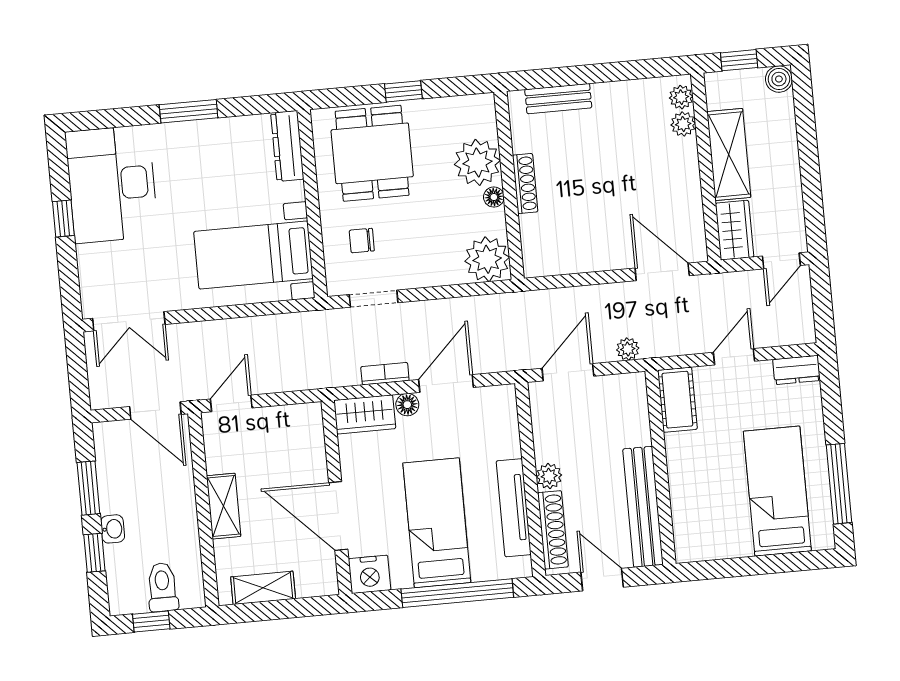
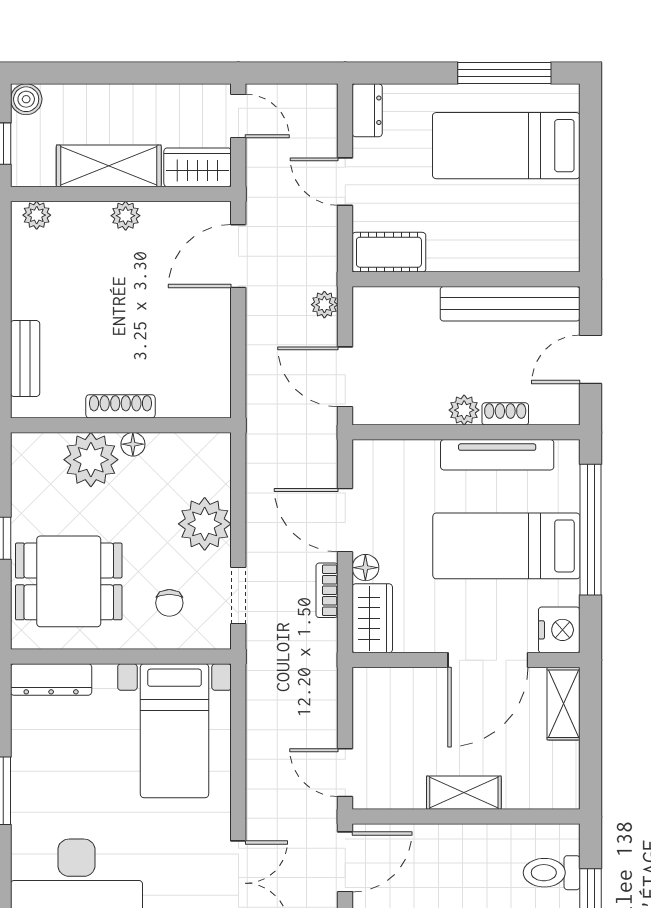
plant: (683, 124) -> (126, 216), moved
plant: (487, 259) -> (205, 524), moved
shoe rack: (553, 530) -> (505, 414), width x0.51, depth x0.81
shelving: (263, 588) -> (563, 704), moved

